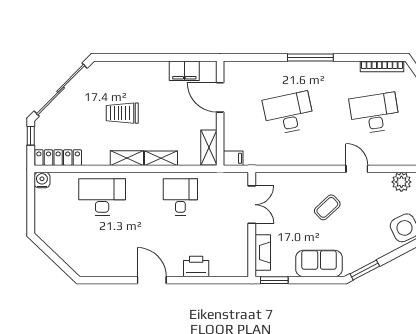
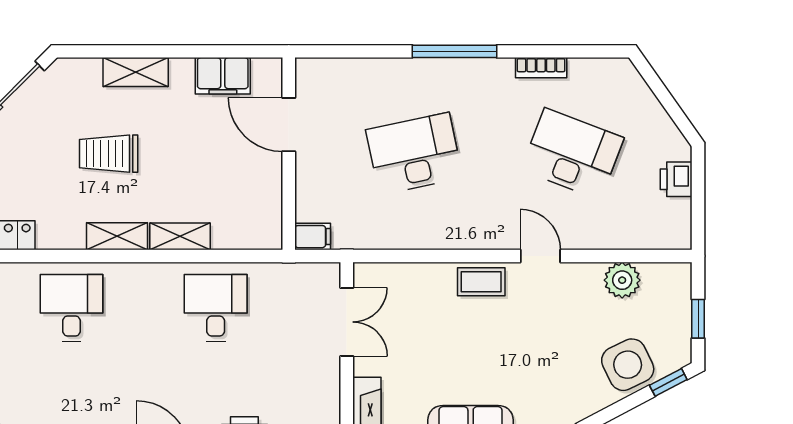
bookcase: (382, 66) -> (541, 68), moved, width x0.64
desk: (374, 113) -> (572, 154), turned 30
shelving: (209, 148) -> (136, 72), moved, turned 90
desk: (102, 197) -> (72, 308), width x0.73
coffee table: (327, 207) -> (481, 282), moved, turned 43

